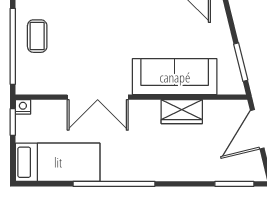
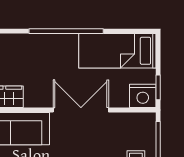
nightstand: (23, 107) -> (143, 96), width x1.89, depth x1.79

